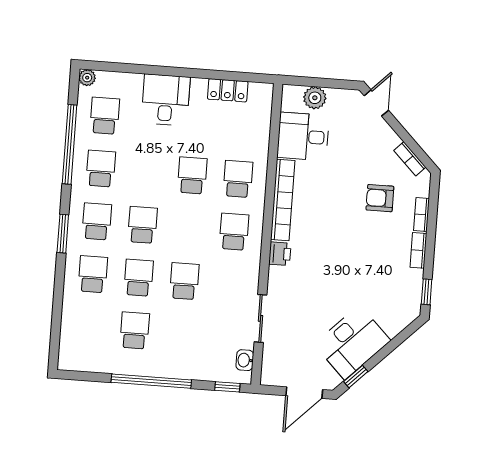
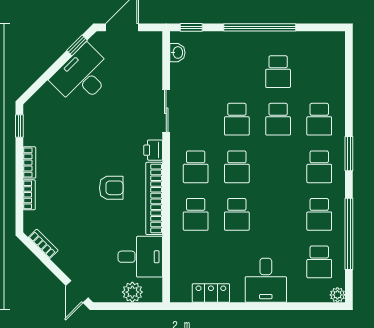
armchair: (380, 198) -> (111, 188), moved
school desk: (143, 225) -> (237, 167), moved
sliding door: (261, 318) -> (166, 111), moved

